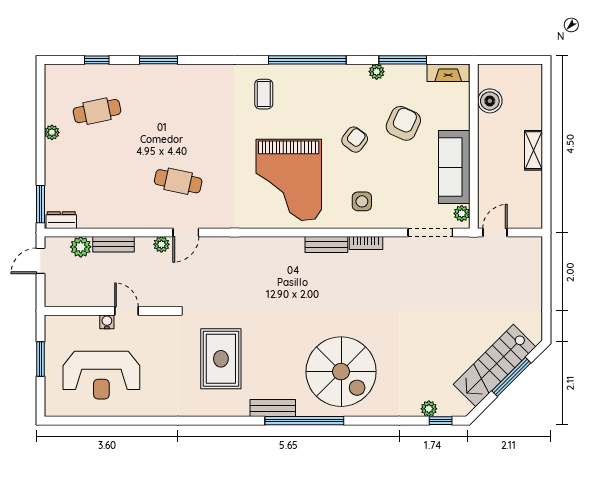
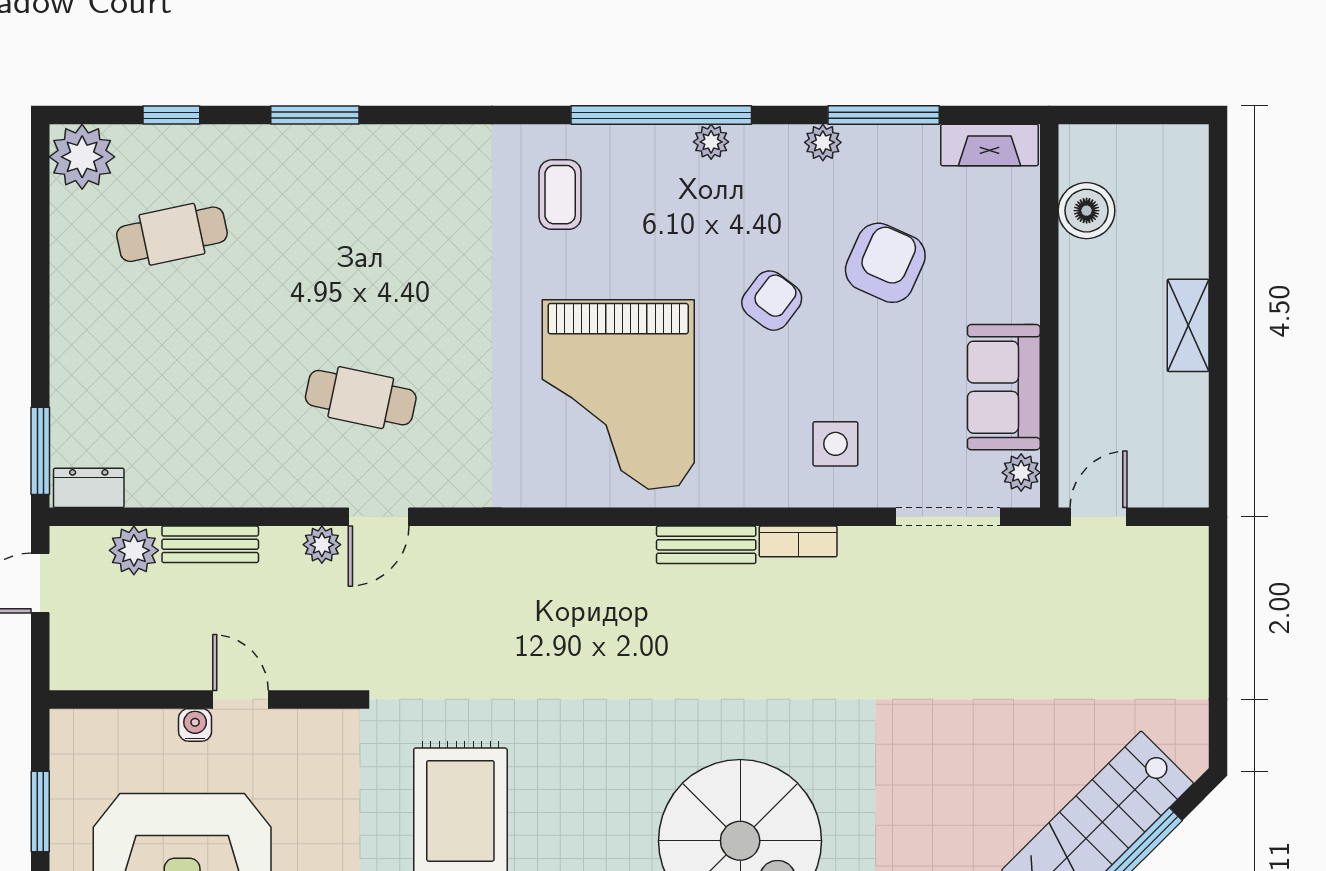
plant: (329, 71) -> (711, 142), added
plant: (52, 132) -> (82, 157), moved, width x1.88, depth x1.88
sofa: (454, 167) -> (1004, 387), width x0.73
side table: (362, 201) -> (835, 444), moved

